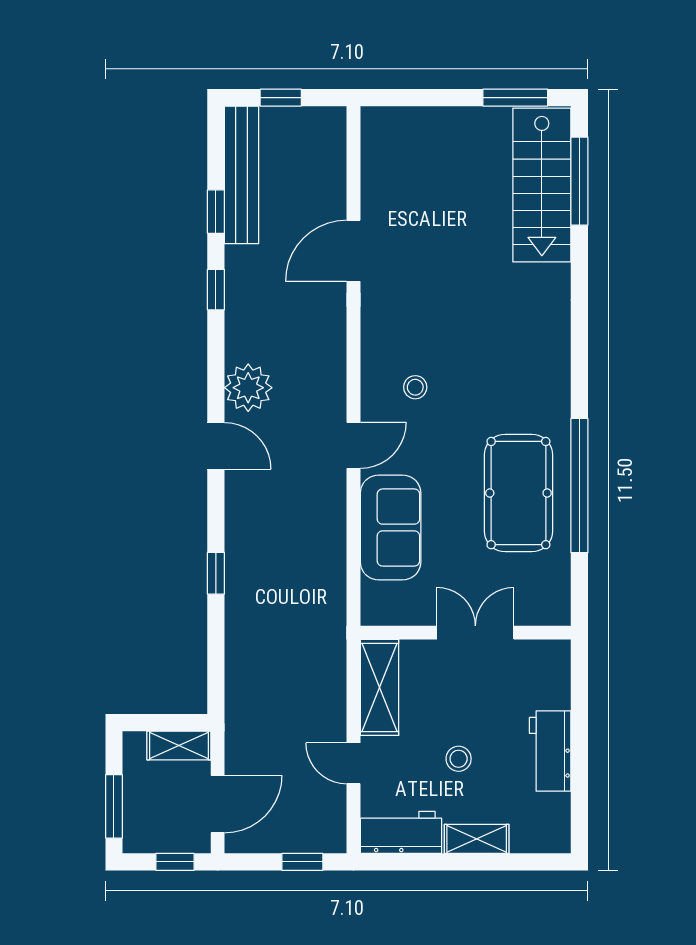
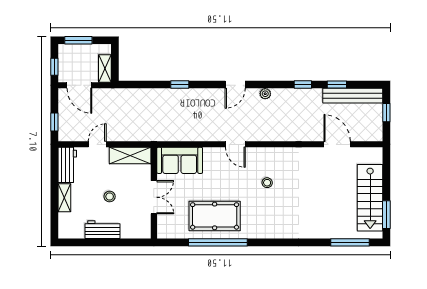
stairs: (542, 185) -> (370, 198), moved, turned -90
door: (353, 251) -> (337, 144), moved
stool: (415, 387) -> (267, 183), moved
plant: (248, 388) -> (265, 94), width x0.53, depth x0.53
sofa: (391, 528) -> (180, 160), moved
stool: (459, 759) -> (110, 197), moved

